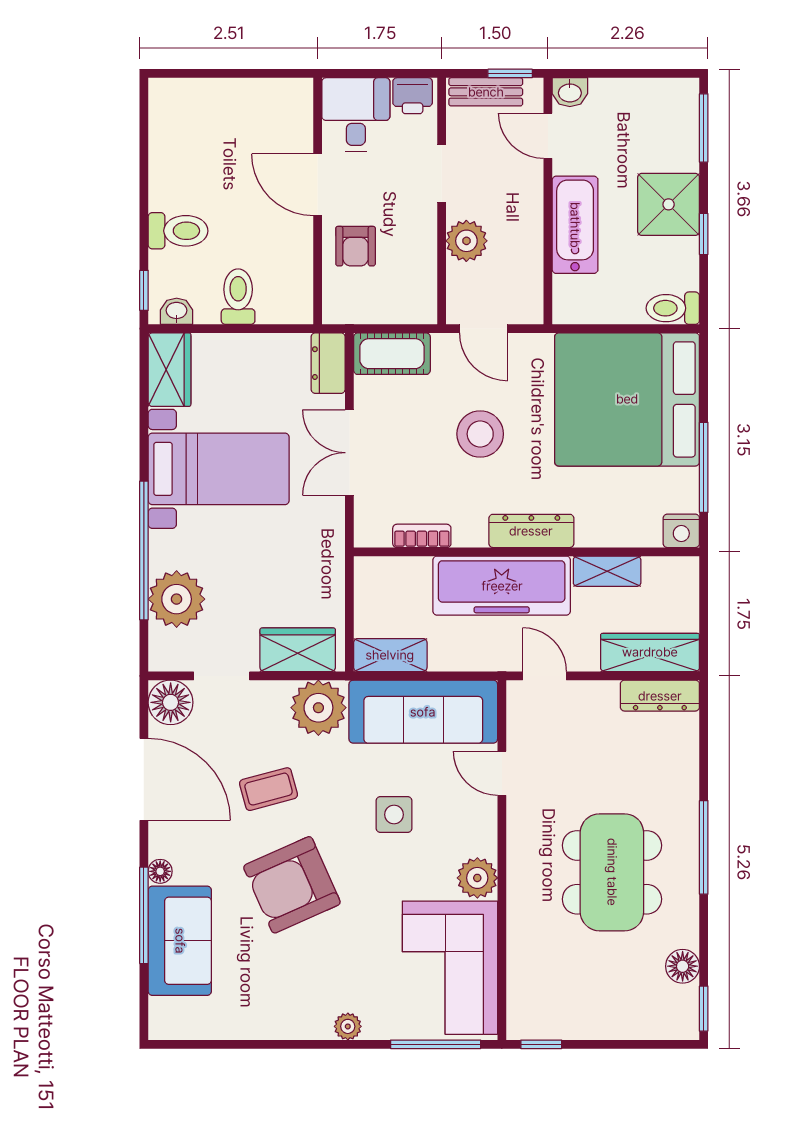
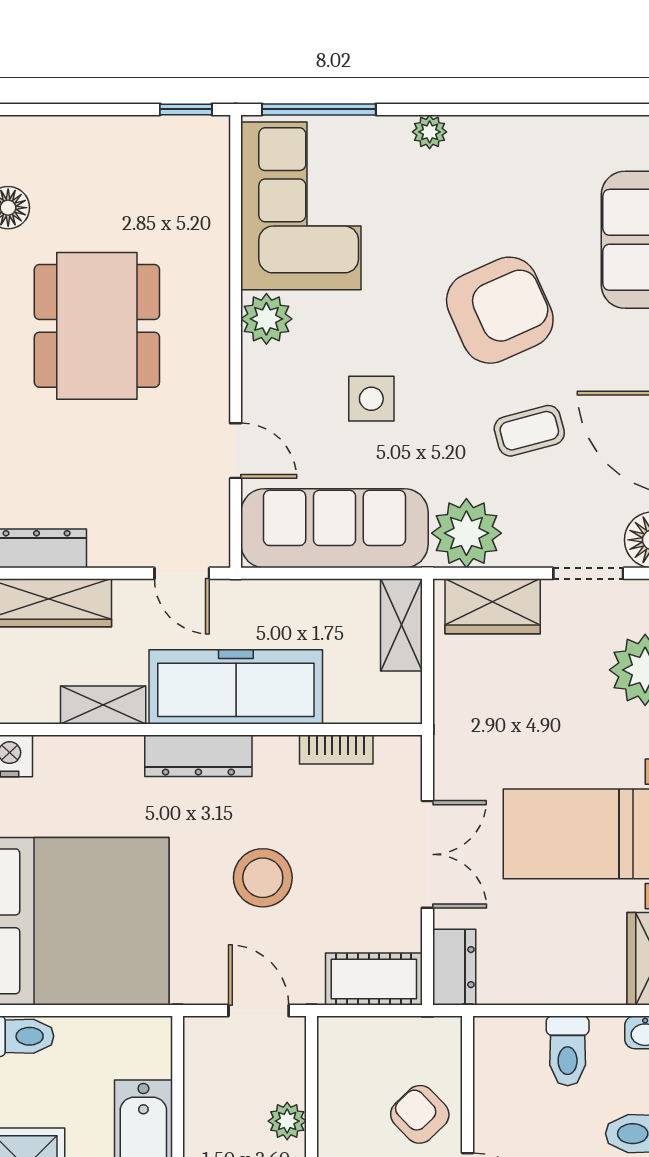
plant: (466, 241) -> (287, 1121), width x0.73, depth x0.73
armchair: (356, 246) -> (420, 1114), turned -44
shelving: (390, 655) -> (401, 625), moved, turned 90

